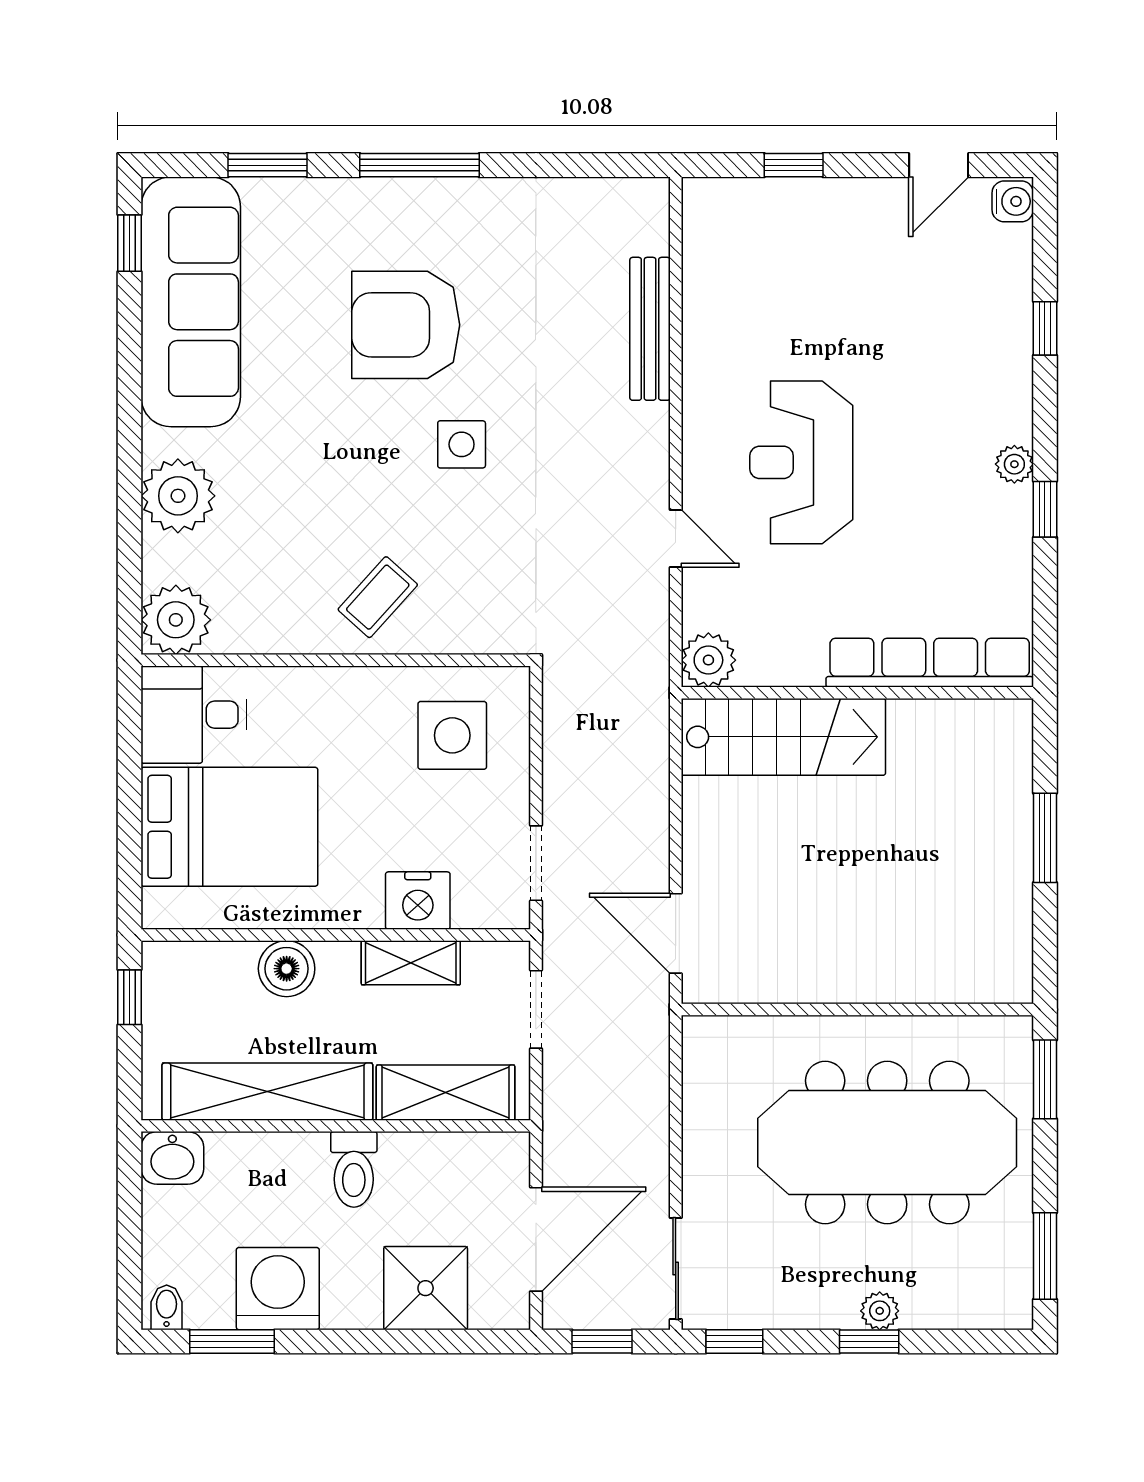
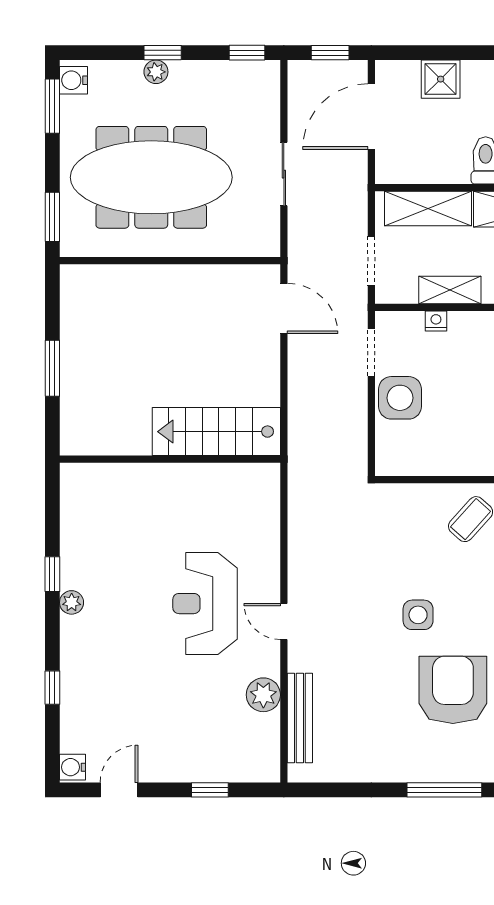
armchair: (406, 325) -> (453, 690), turned -90
bench: (650, 329) -> (300, 718), moved
reception desk: (801, 462) -> (205, 604), turned 180
door: (676, 539) -> (284, 621), moved
plant: (708, 660) -> (263, 695), moved
row of seats: (930, 663) -> (125, 478), removed
side table: (452, 735) -> (400, 398), moved
nightstand: (418, 901) -> (436, 321), width x0.53, depth x0.56
sliding door: (676, 1268) -> (284, 174), moved
shower: (426, 1288) -> (441, 79), width x0.73, depth x0.73
water cooler: (1011, 1297) -> (74, 80), added

